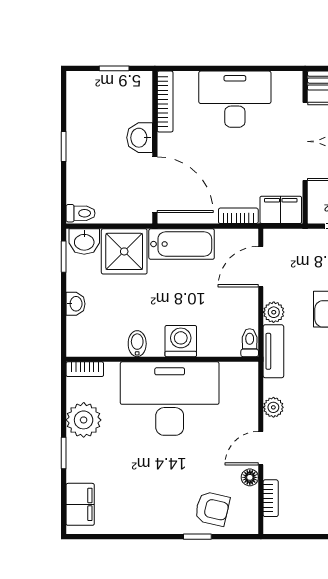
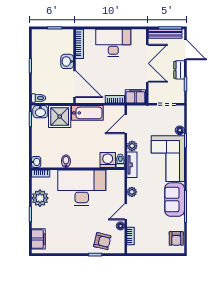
washbasin: (75, 304) -> (36, 162), moved
washing machine: (181, 341) -> (108, 160), moved

